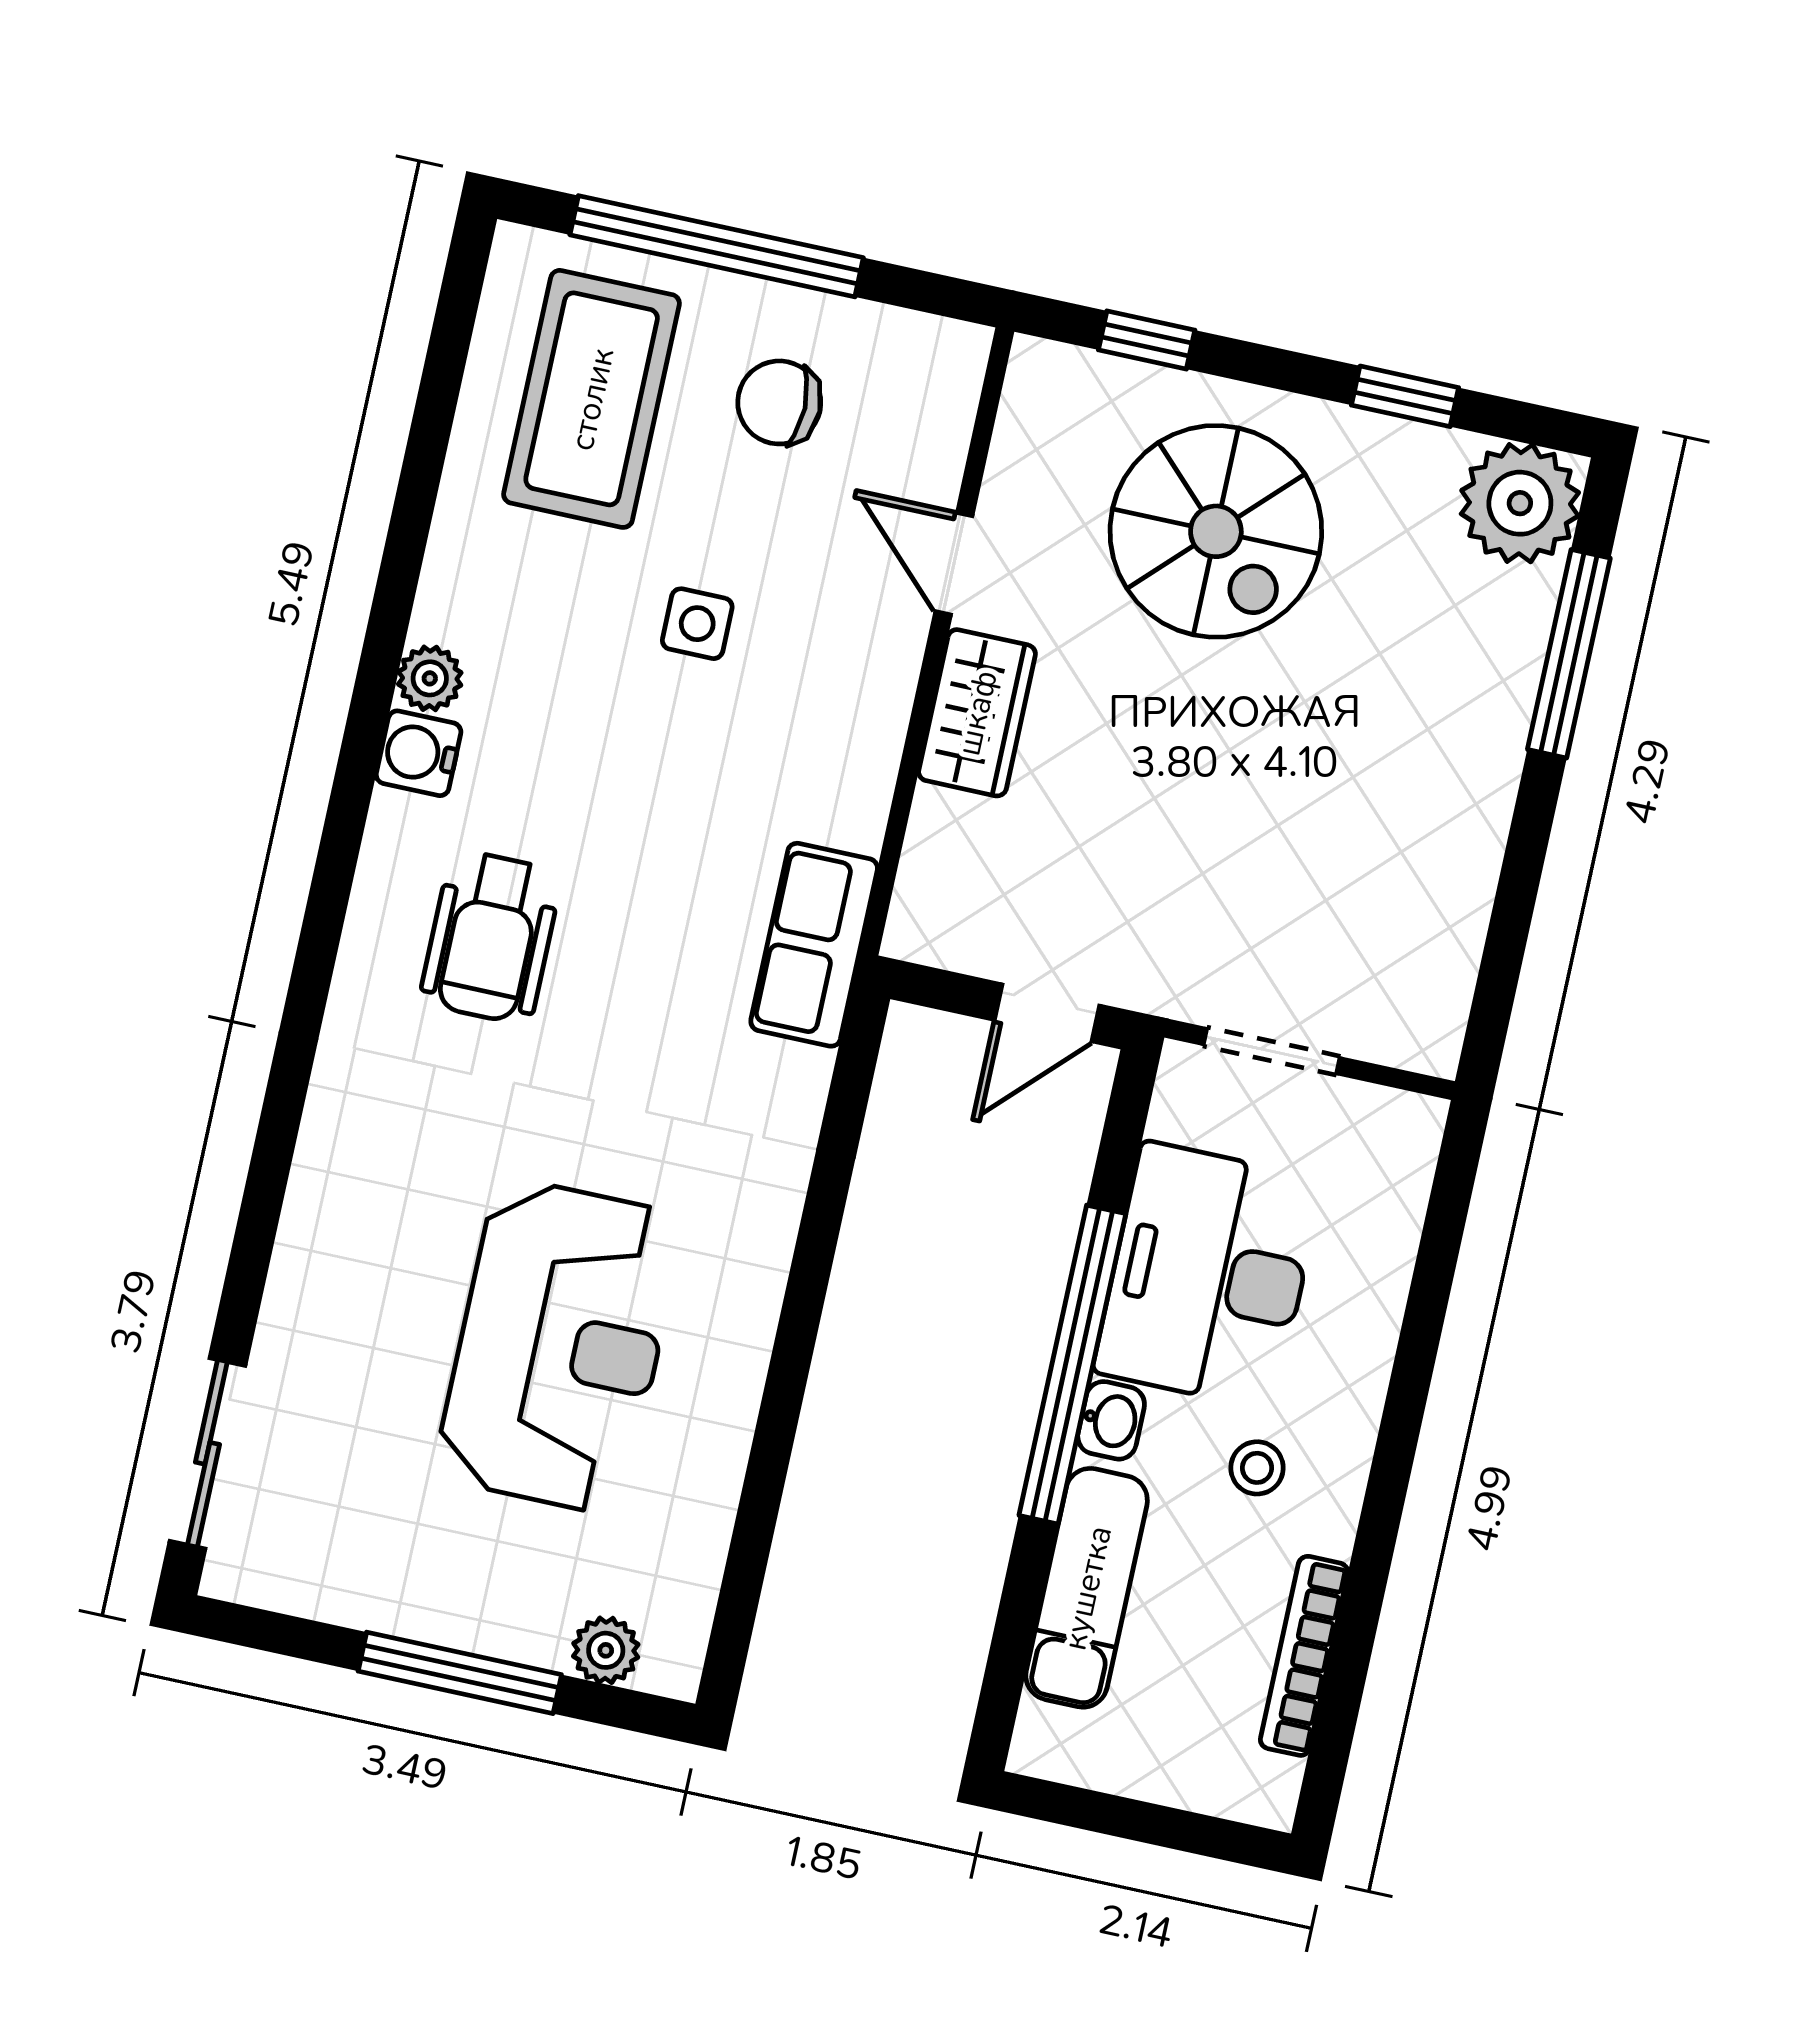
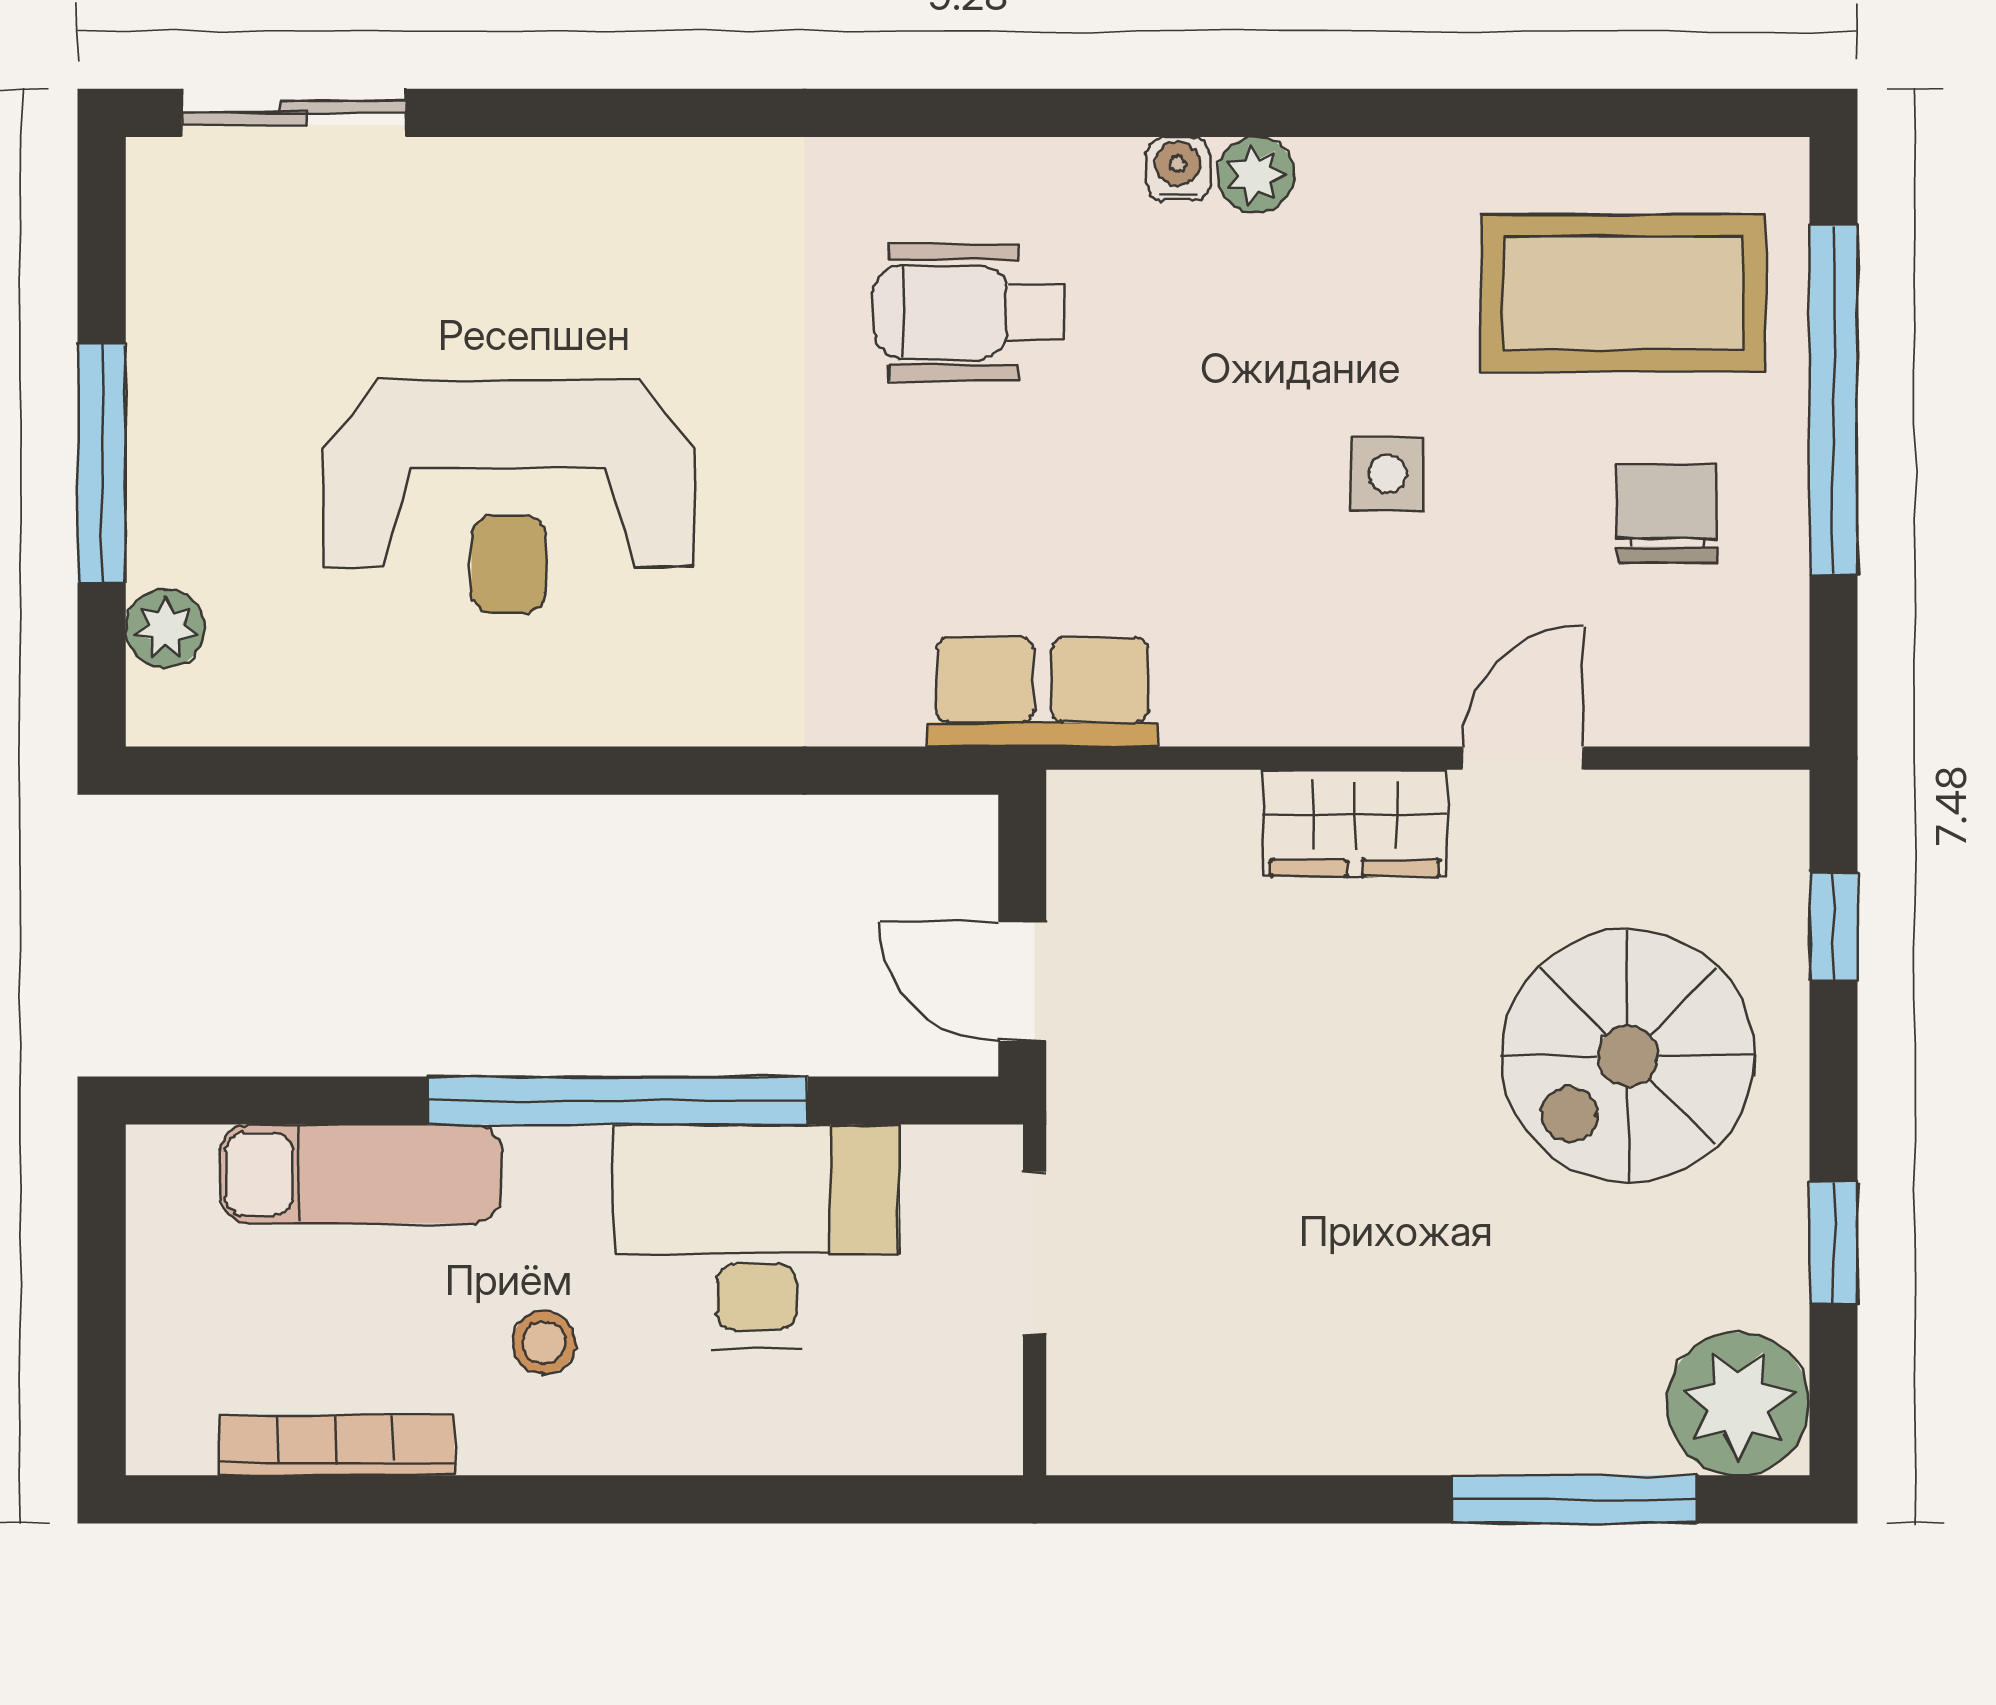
water cooler: (419, 753) -> (1178, 169), width x0.72, depth x0.72
washbasin: (1111, 1420) -> (563, 1160), removed

